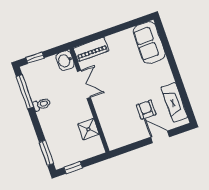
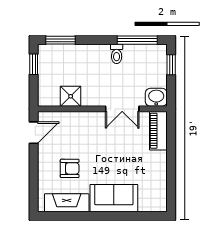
sofa: (149, 43) -> (114, 198), moved
door: (160, 137) -> (34, 133), moved

